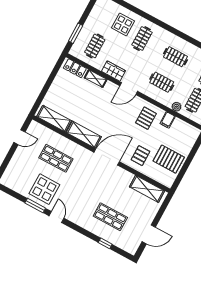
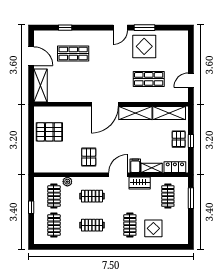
window: (48, 84) -> (191, 141), added
filing cabinet: (168, 120) -> (135, 166), moved
pallet: (140, 156) -> (179, 139), moved
shelving: (147, 189) -> (40, 86), moved, turned 90
door: (57, 217) -> (120, 28), hinge flipped
door: (149, 234) -> (31, 56), swing flipped

